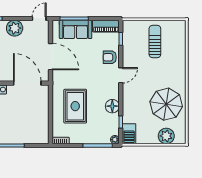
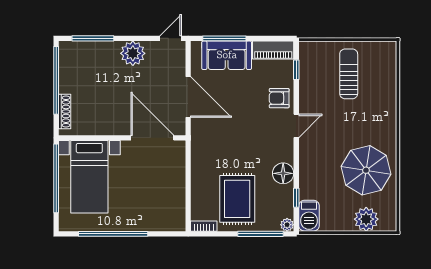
rug: (75, 106) -> (237, 199), moved

